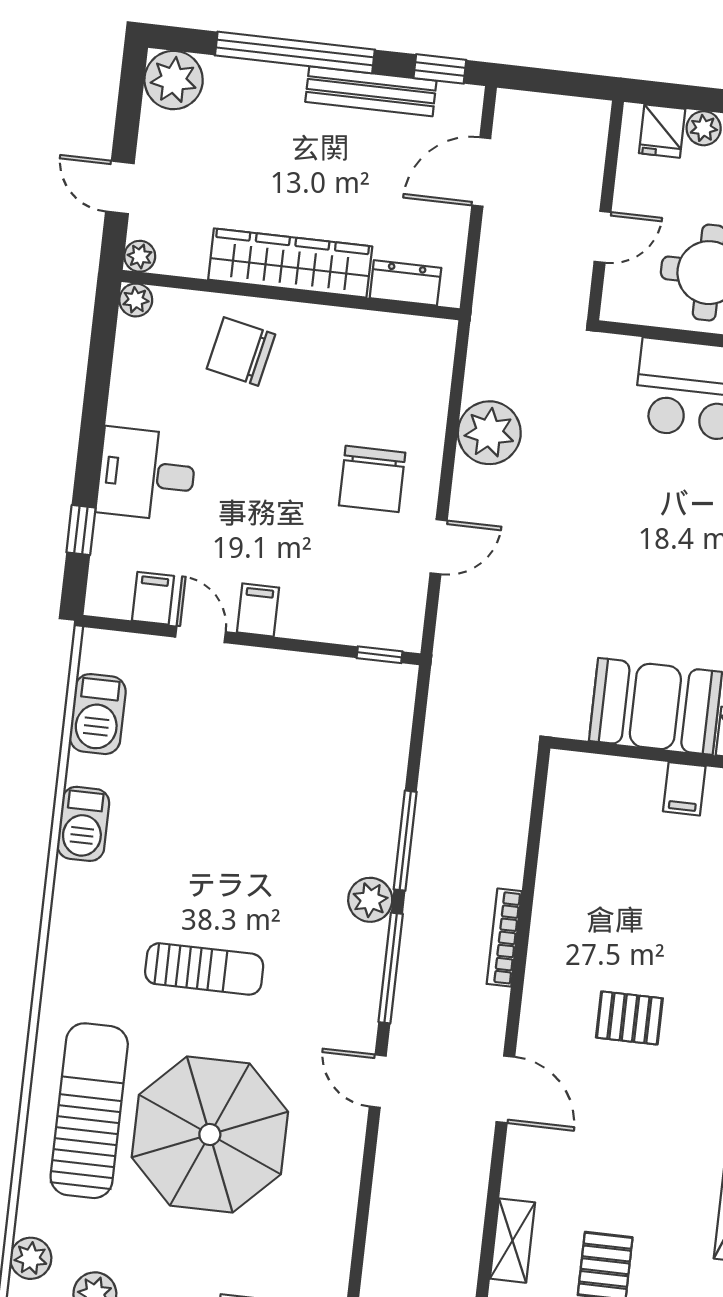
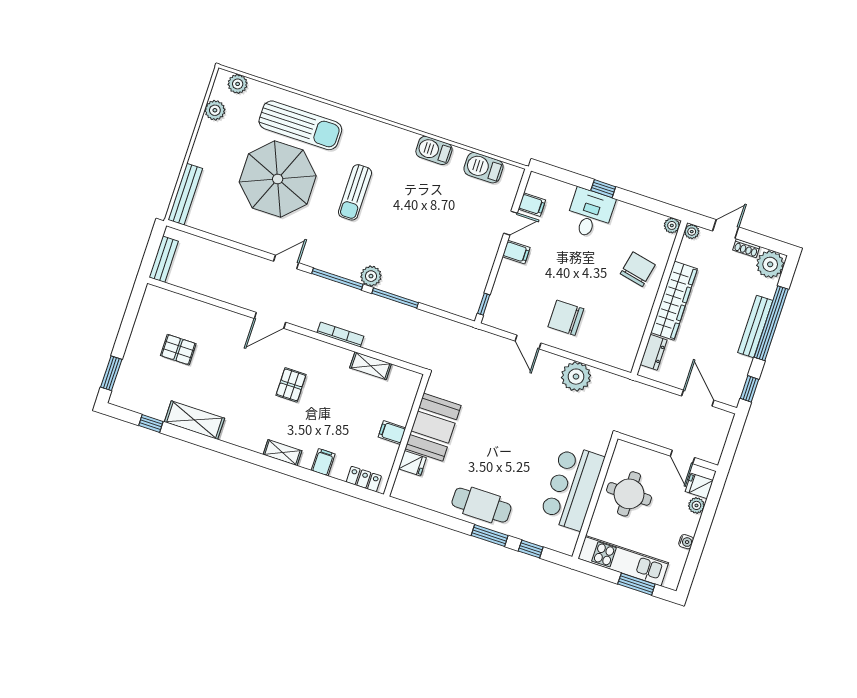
bench: (371, 91) -> (755, 327), moved
shoe rack: (151, 136) -> (746, 248), added
door: (603, 237) -> (682, 457), moved
window: (81, 530) -> (603, 189), moved
shelving: (513, 1241) -> (371, 366), moved

